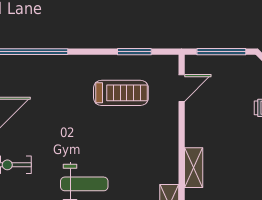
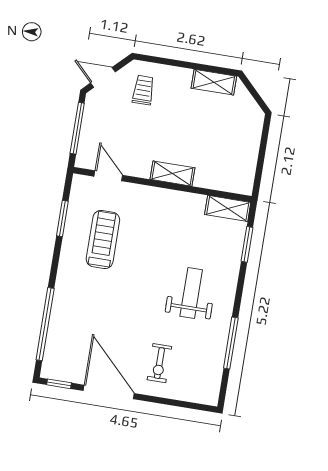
shelving: (194, 168) -> (172, 174), moved

